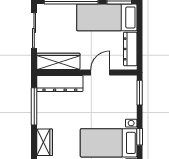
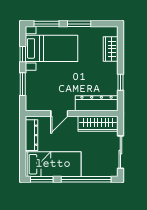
window: (140, 93) -> (23, 84), moved
window: (34, 106) -> (120, 82), width x0.46

